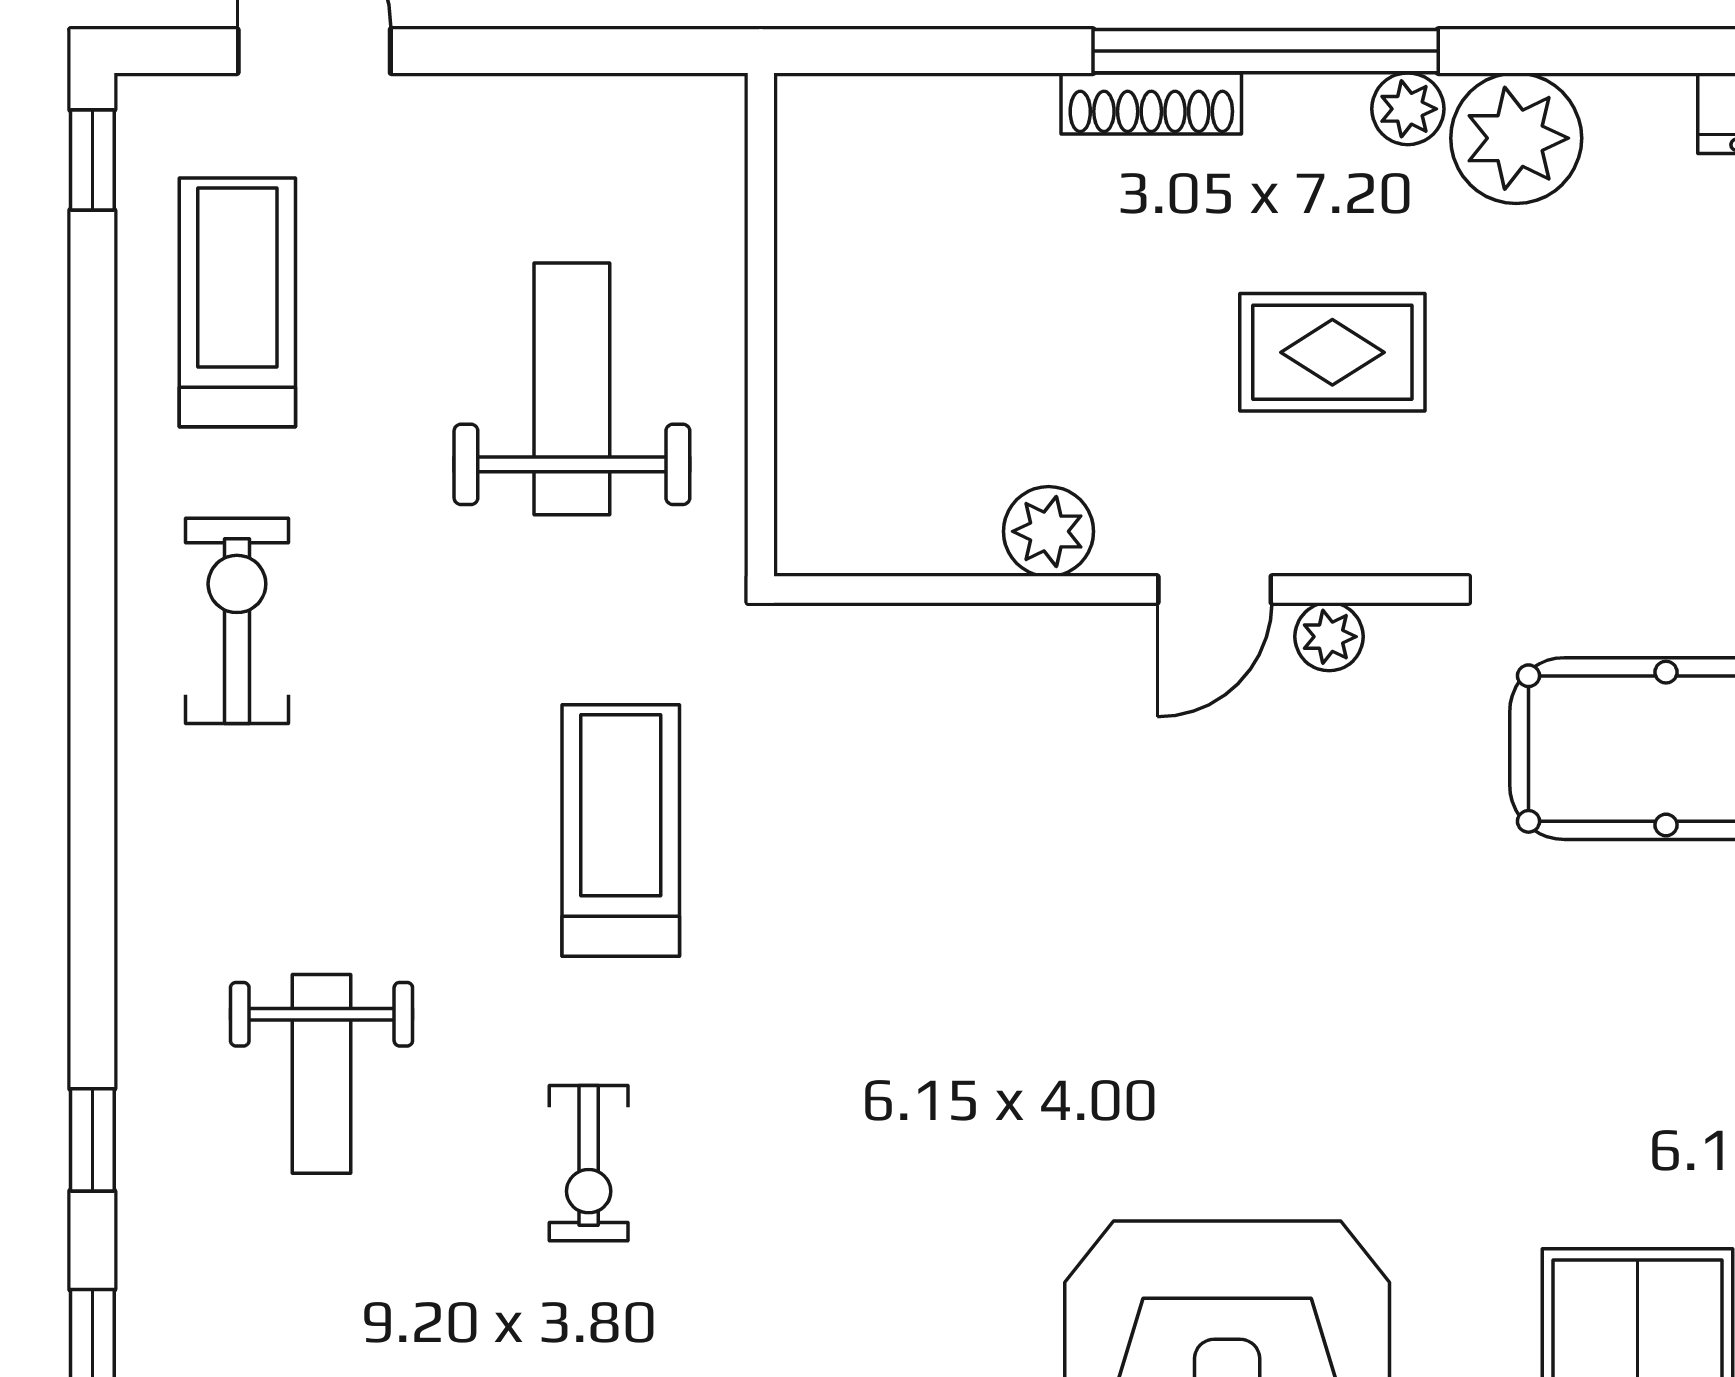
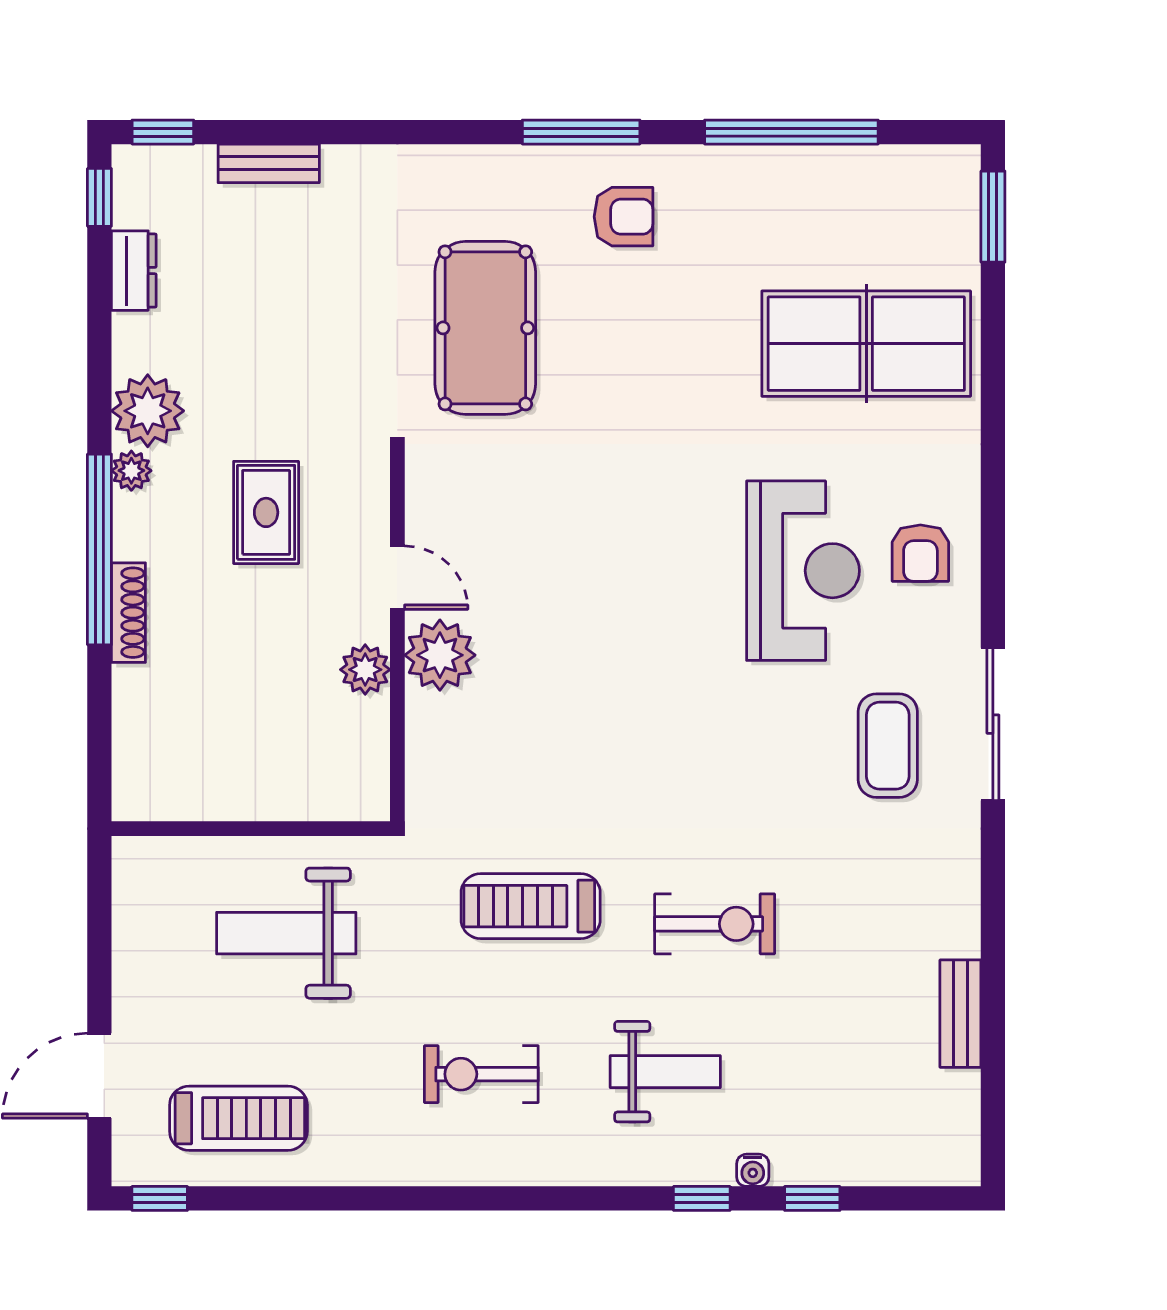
treadmill: (237, 302) -> (238, 1118), turned 180
exercise bike: (237, 621) -> (481, 1074), moved
plant: (1329, 637) -> (440, 655), moved, width x1.88, depth x1.88
exercise bike: (589, 1163) -> (715, 924), width x1.38, depth x1.39
water cooler: (143, 1232) -> (753, 1170), added

